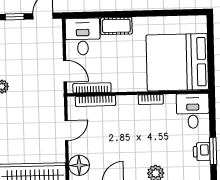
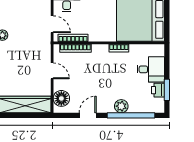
desk: (193, 111) -> (151, 69), moved, turned 90
door: (66, 130) -> (52, 71), hinge flipped

